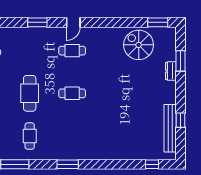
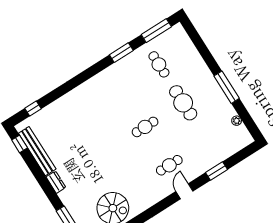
dresser: (171, 71) -> (56, 182), moved
window: (180, 120) -> (20, 144), moved
window: (68, 164) -> (121, 53), moved

